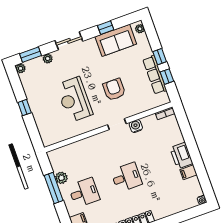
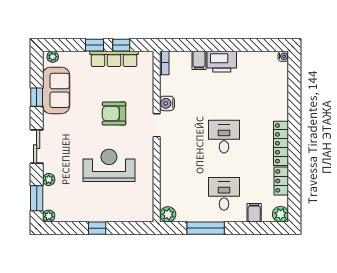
reception desk: (74, 100) -> (109, 165), turned 180
filing cabinet: (188, 172) -> (199, 60), moved
plant: (61, 178) -> (168, 214), moved

